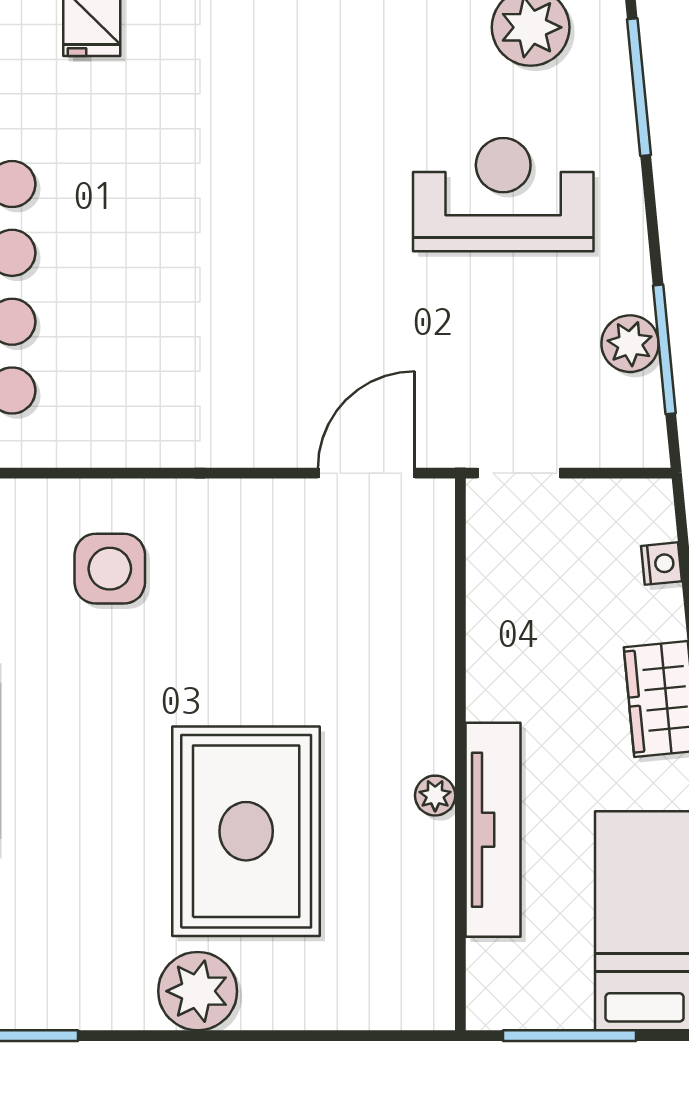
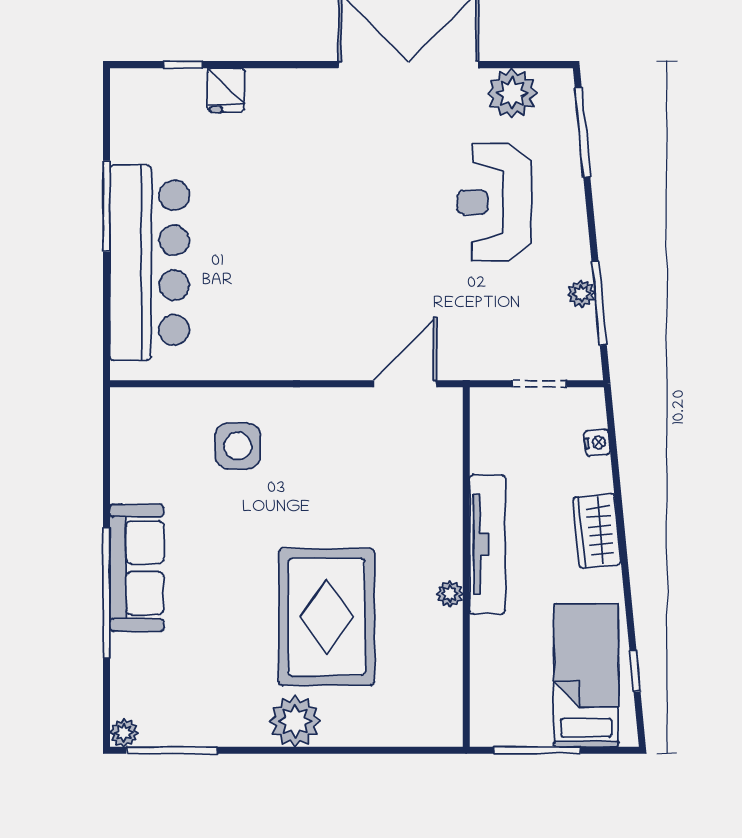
reception desk: (503, 195) -> (494, 202), turned -90
plant: (630, 344) -> (581, 294), width x0.73, depth x0.73
doorway: (519, 473) -> (540, 384), moved
tv unit: (493, 830) -> (487, 544), moved

